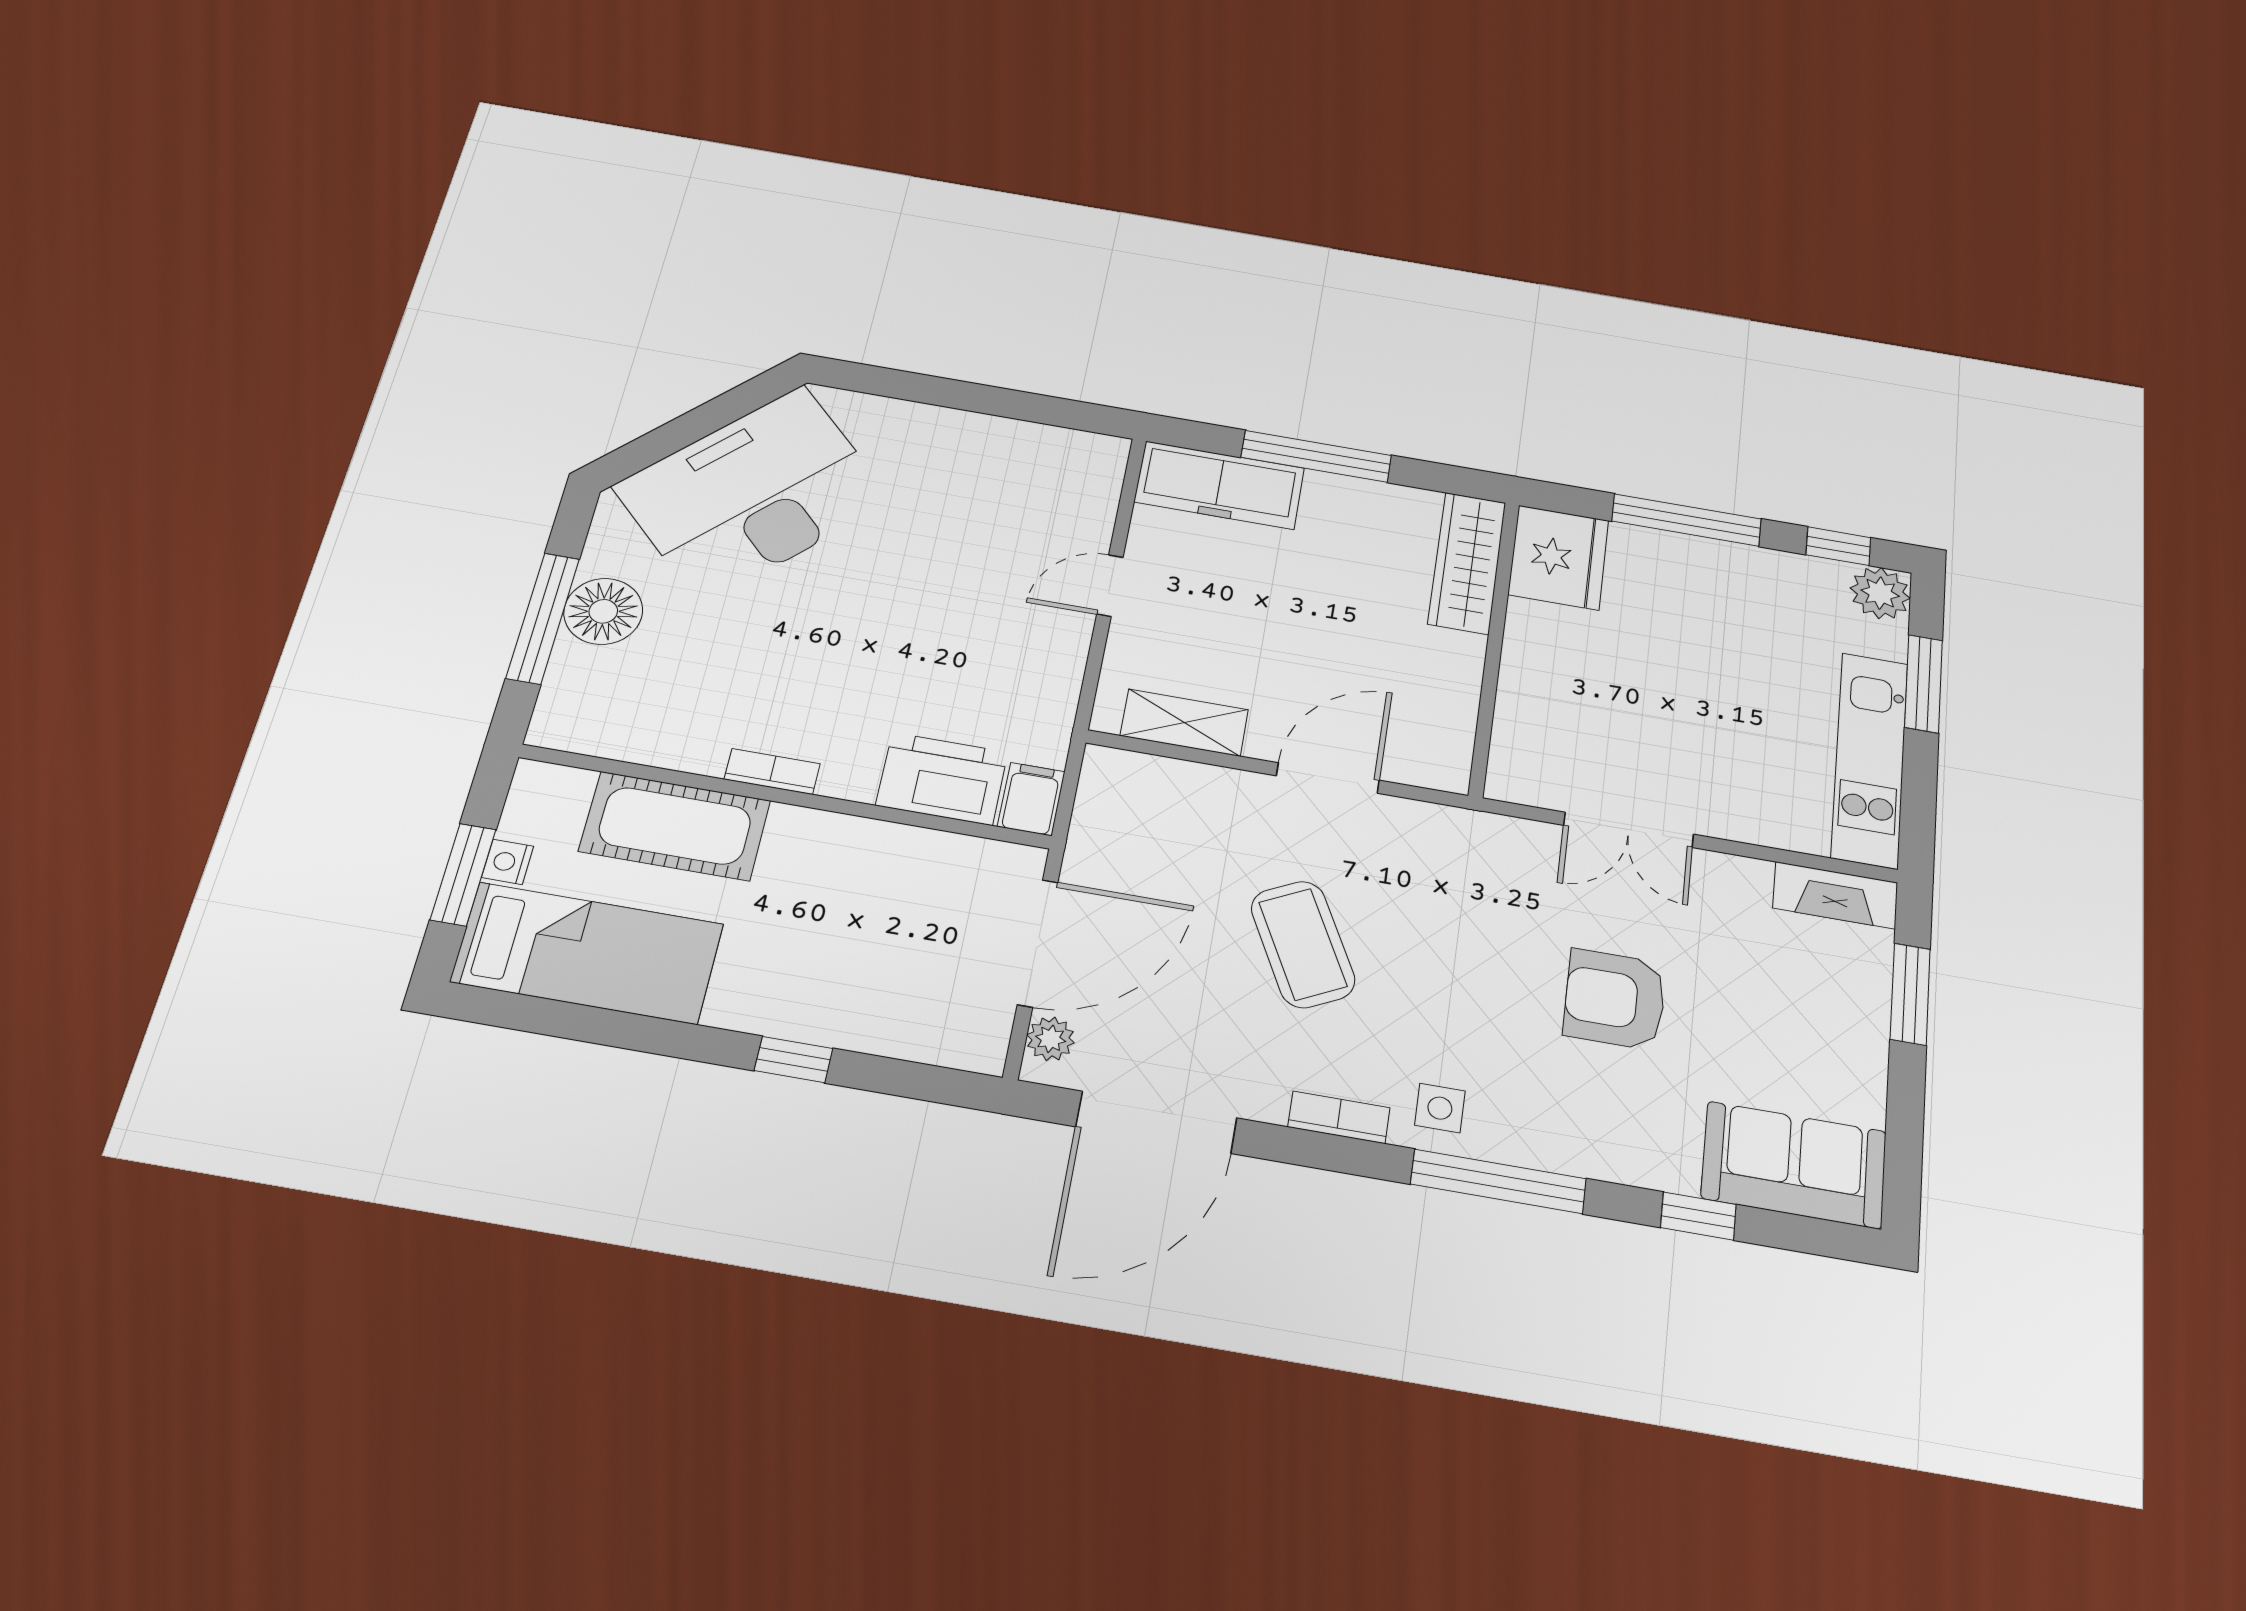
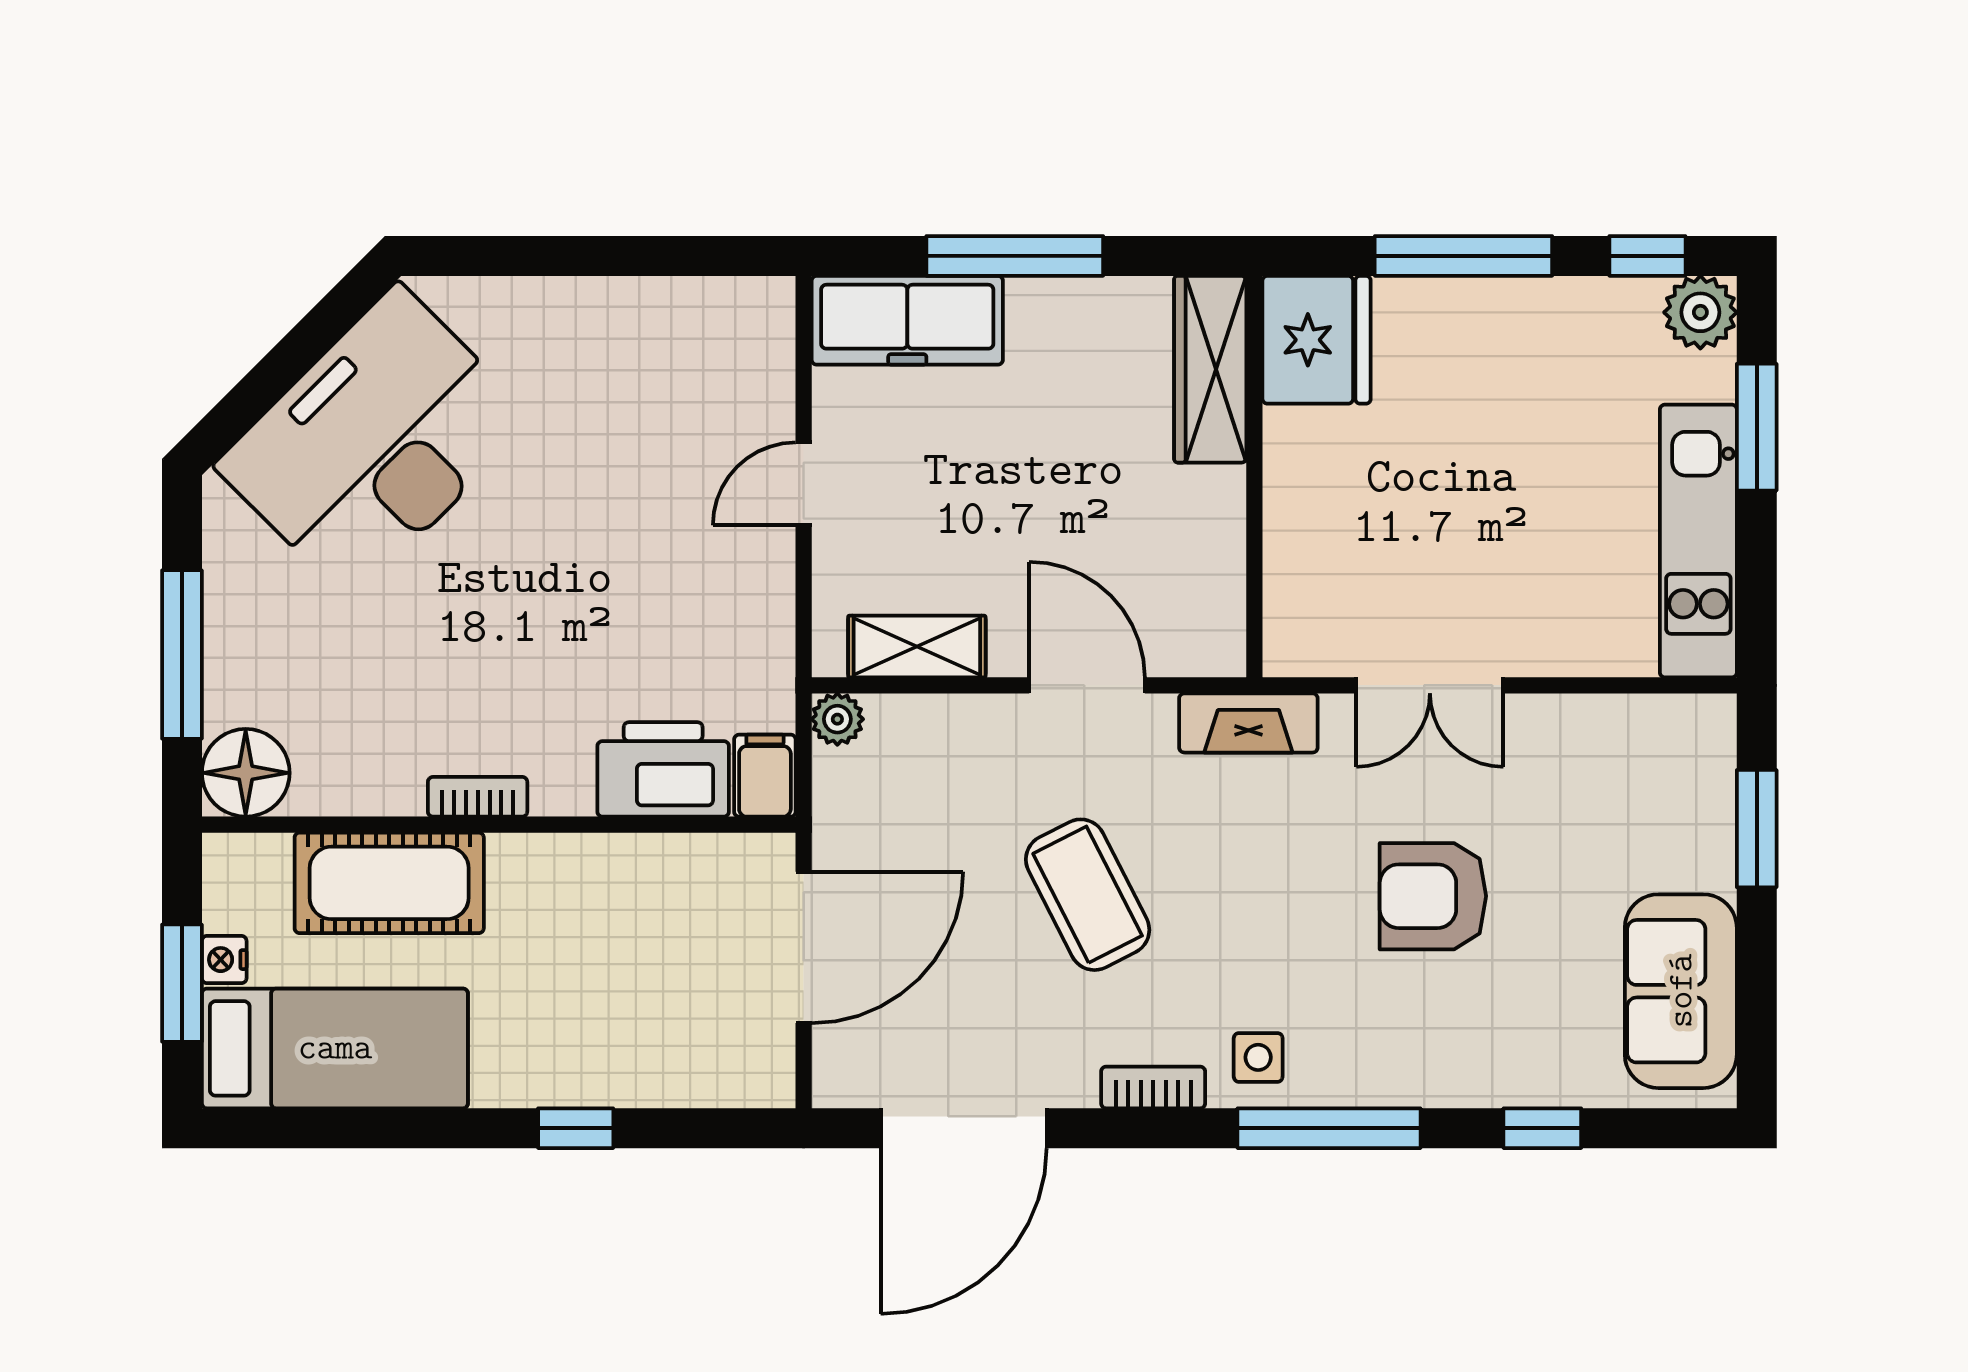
floor lamp: (603, 611) -> (246, 773), moved
door: (1328, 778) -> (1087, 685), hinge flipped
fireplace: (1835, 895) -> (1248, 723), moved
plant: (1051, 1039) -> (837, 719), moved
sofa: (1794, 1165) -> (1681, 991), moved, turned -90

